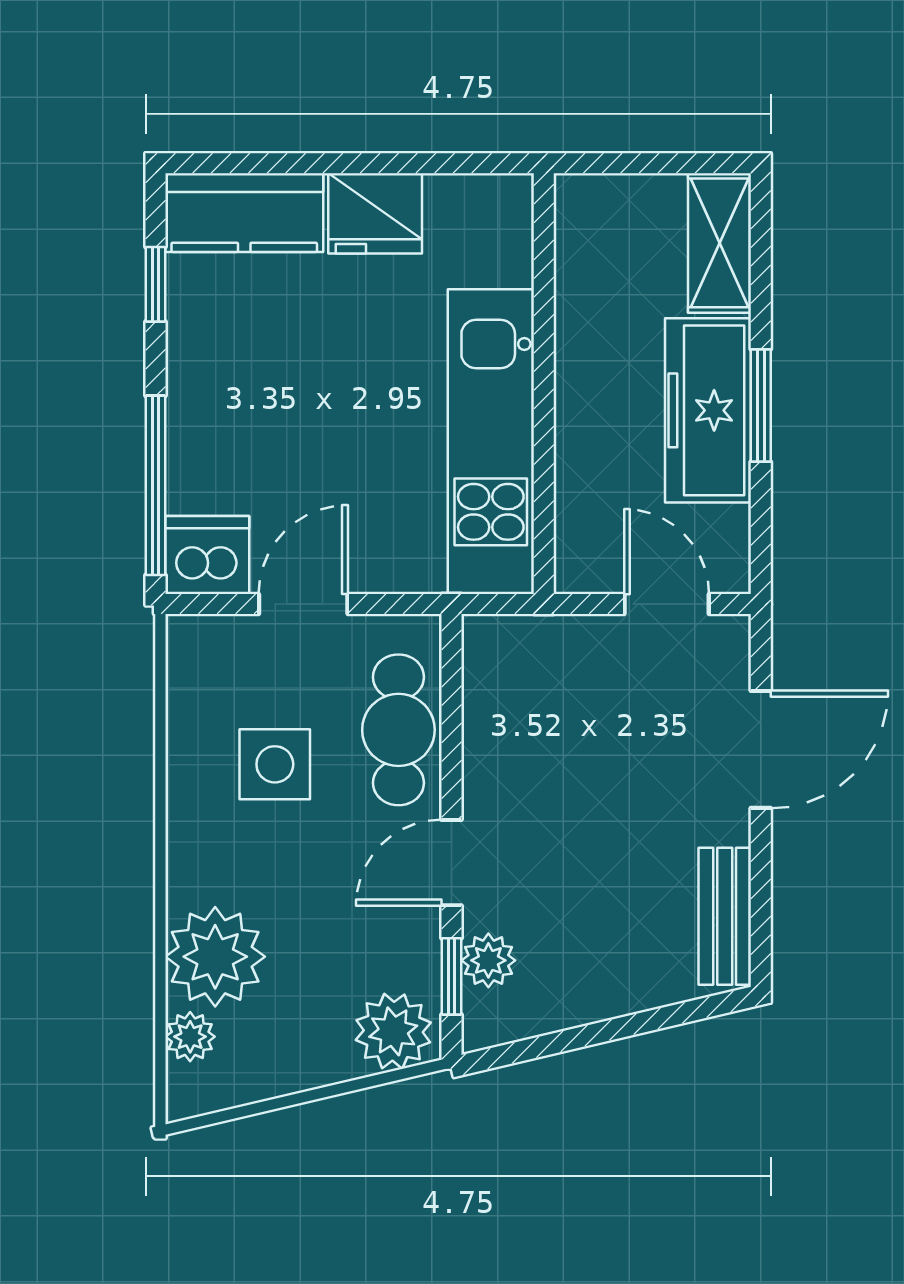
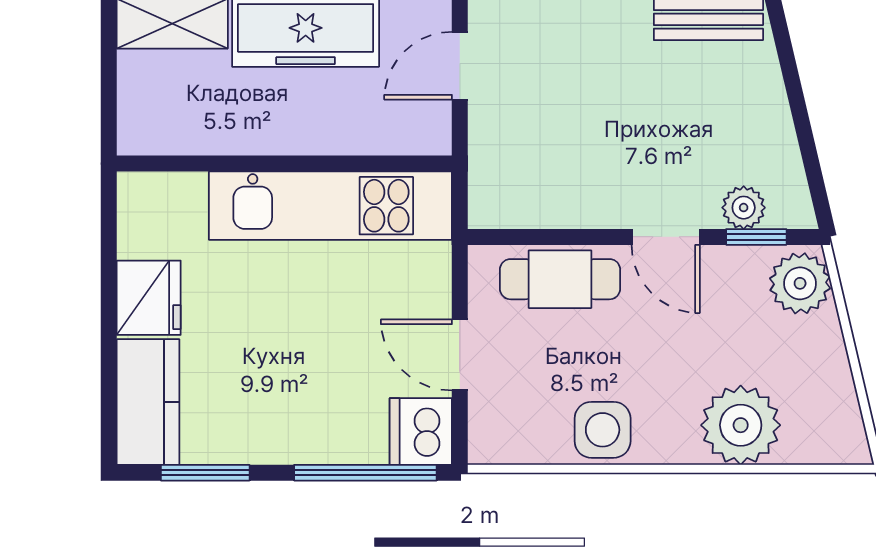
window: (155, 284) -> (205, 473), width x1.50
side table: (275, 764) -> (603, 430), moved
plant: (190, 1037) -> (804, 445), removed

